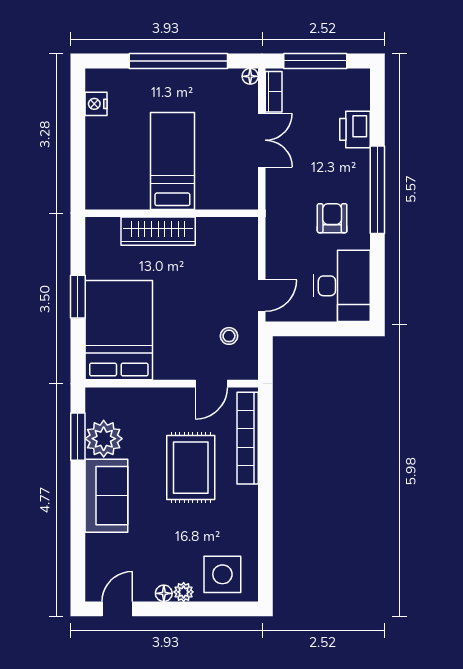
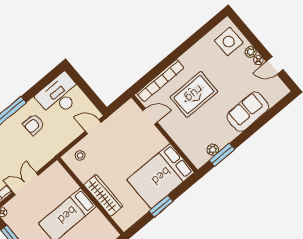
stool: (229, 336) -> (80, 155), moved
plant: (104, 439) -> (213, 150), width x0.53, depth x0.53
sofa: (106, 496) -> (248, 112), moved
door: (117, 609) -> (275, 66), moved

